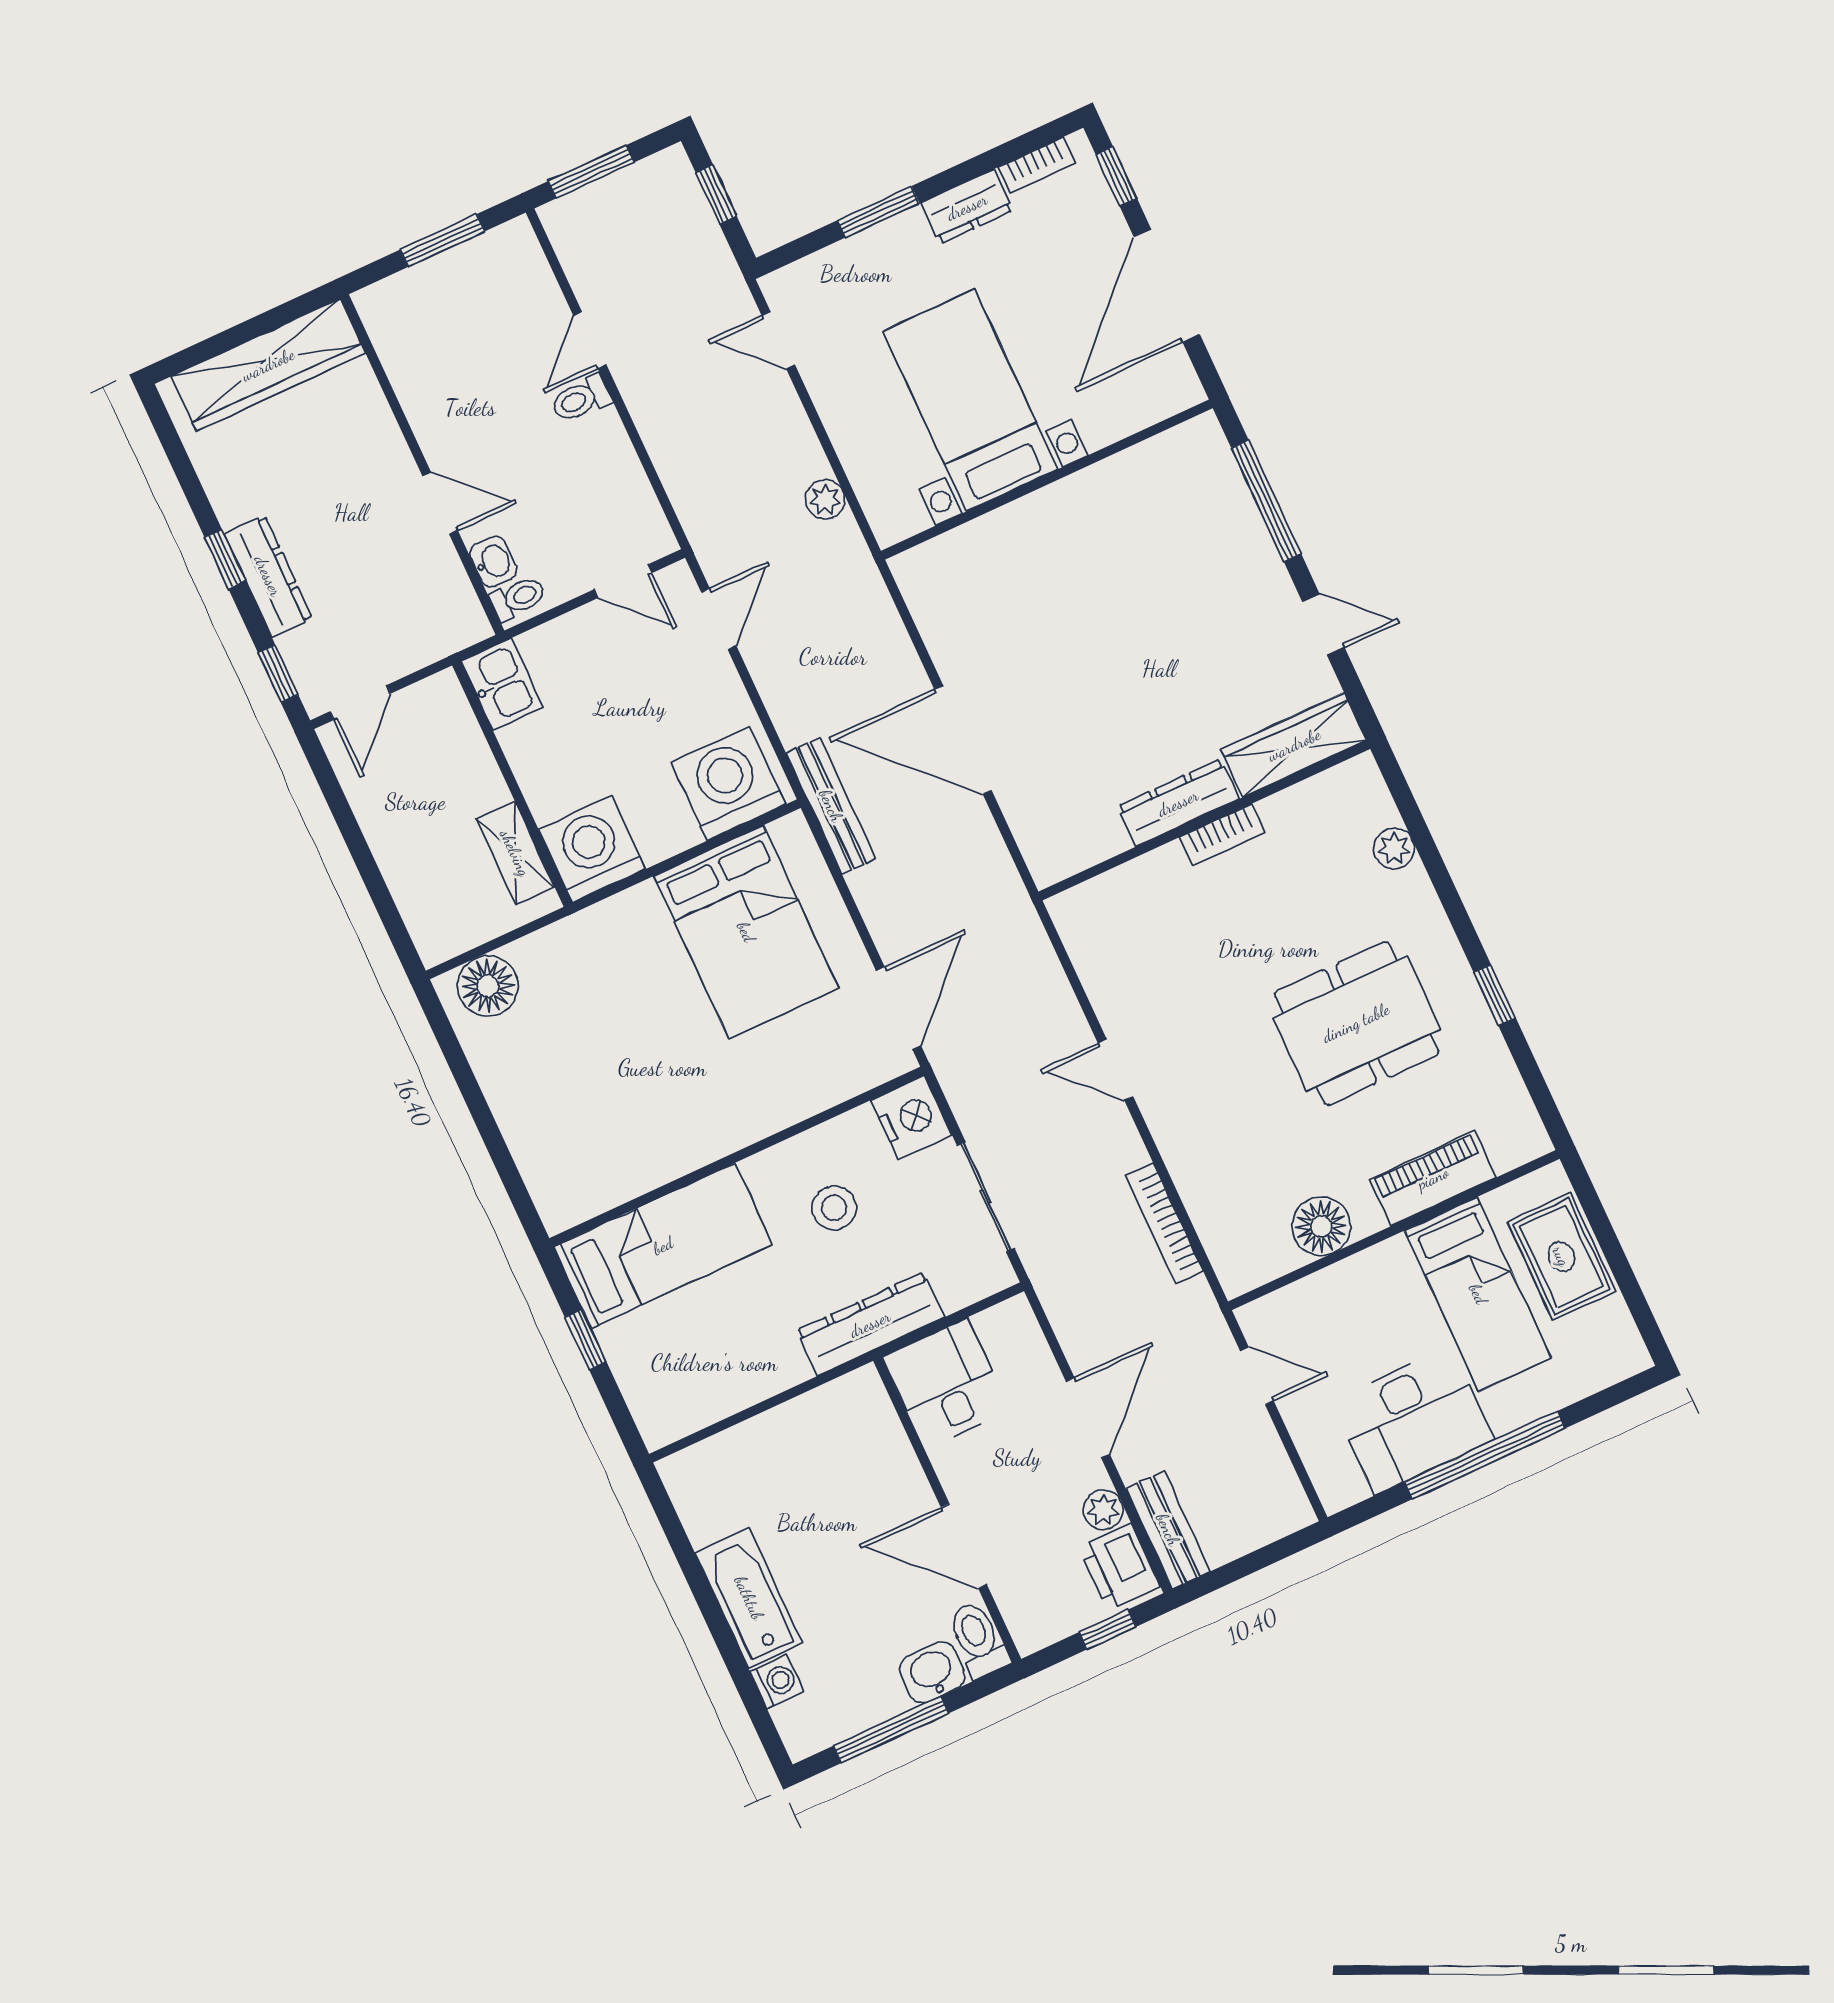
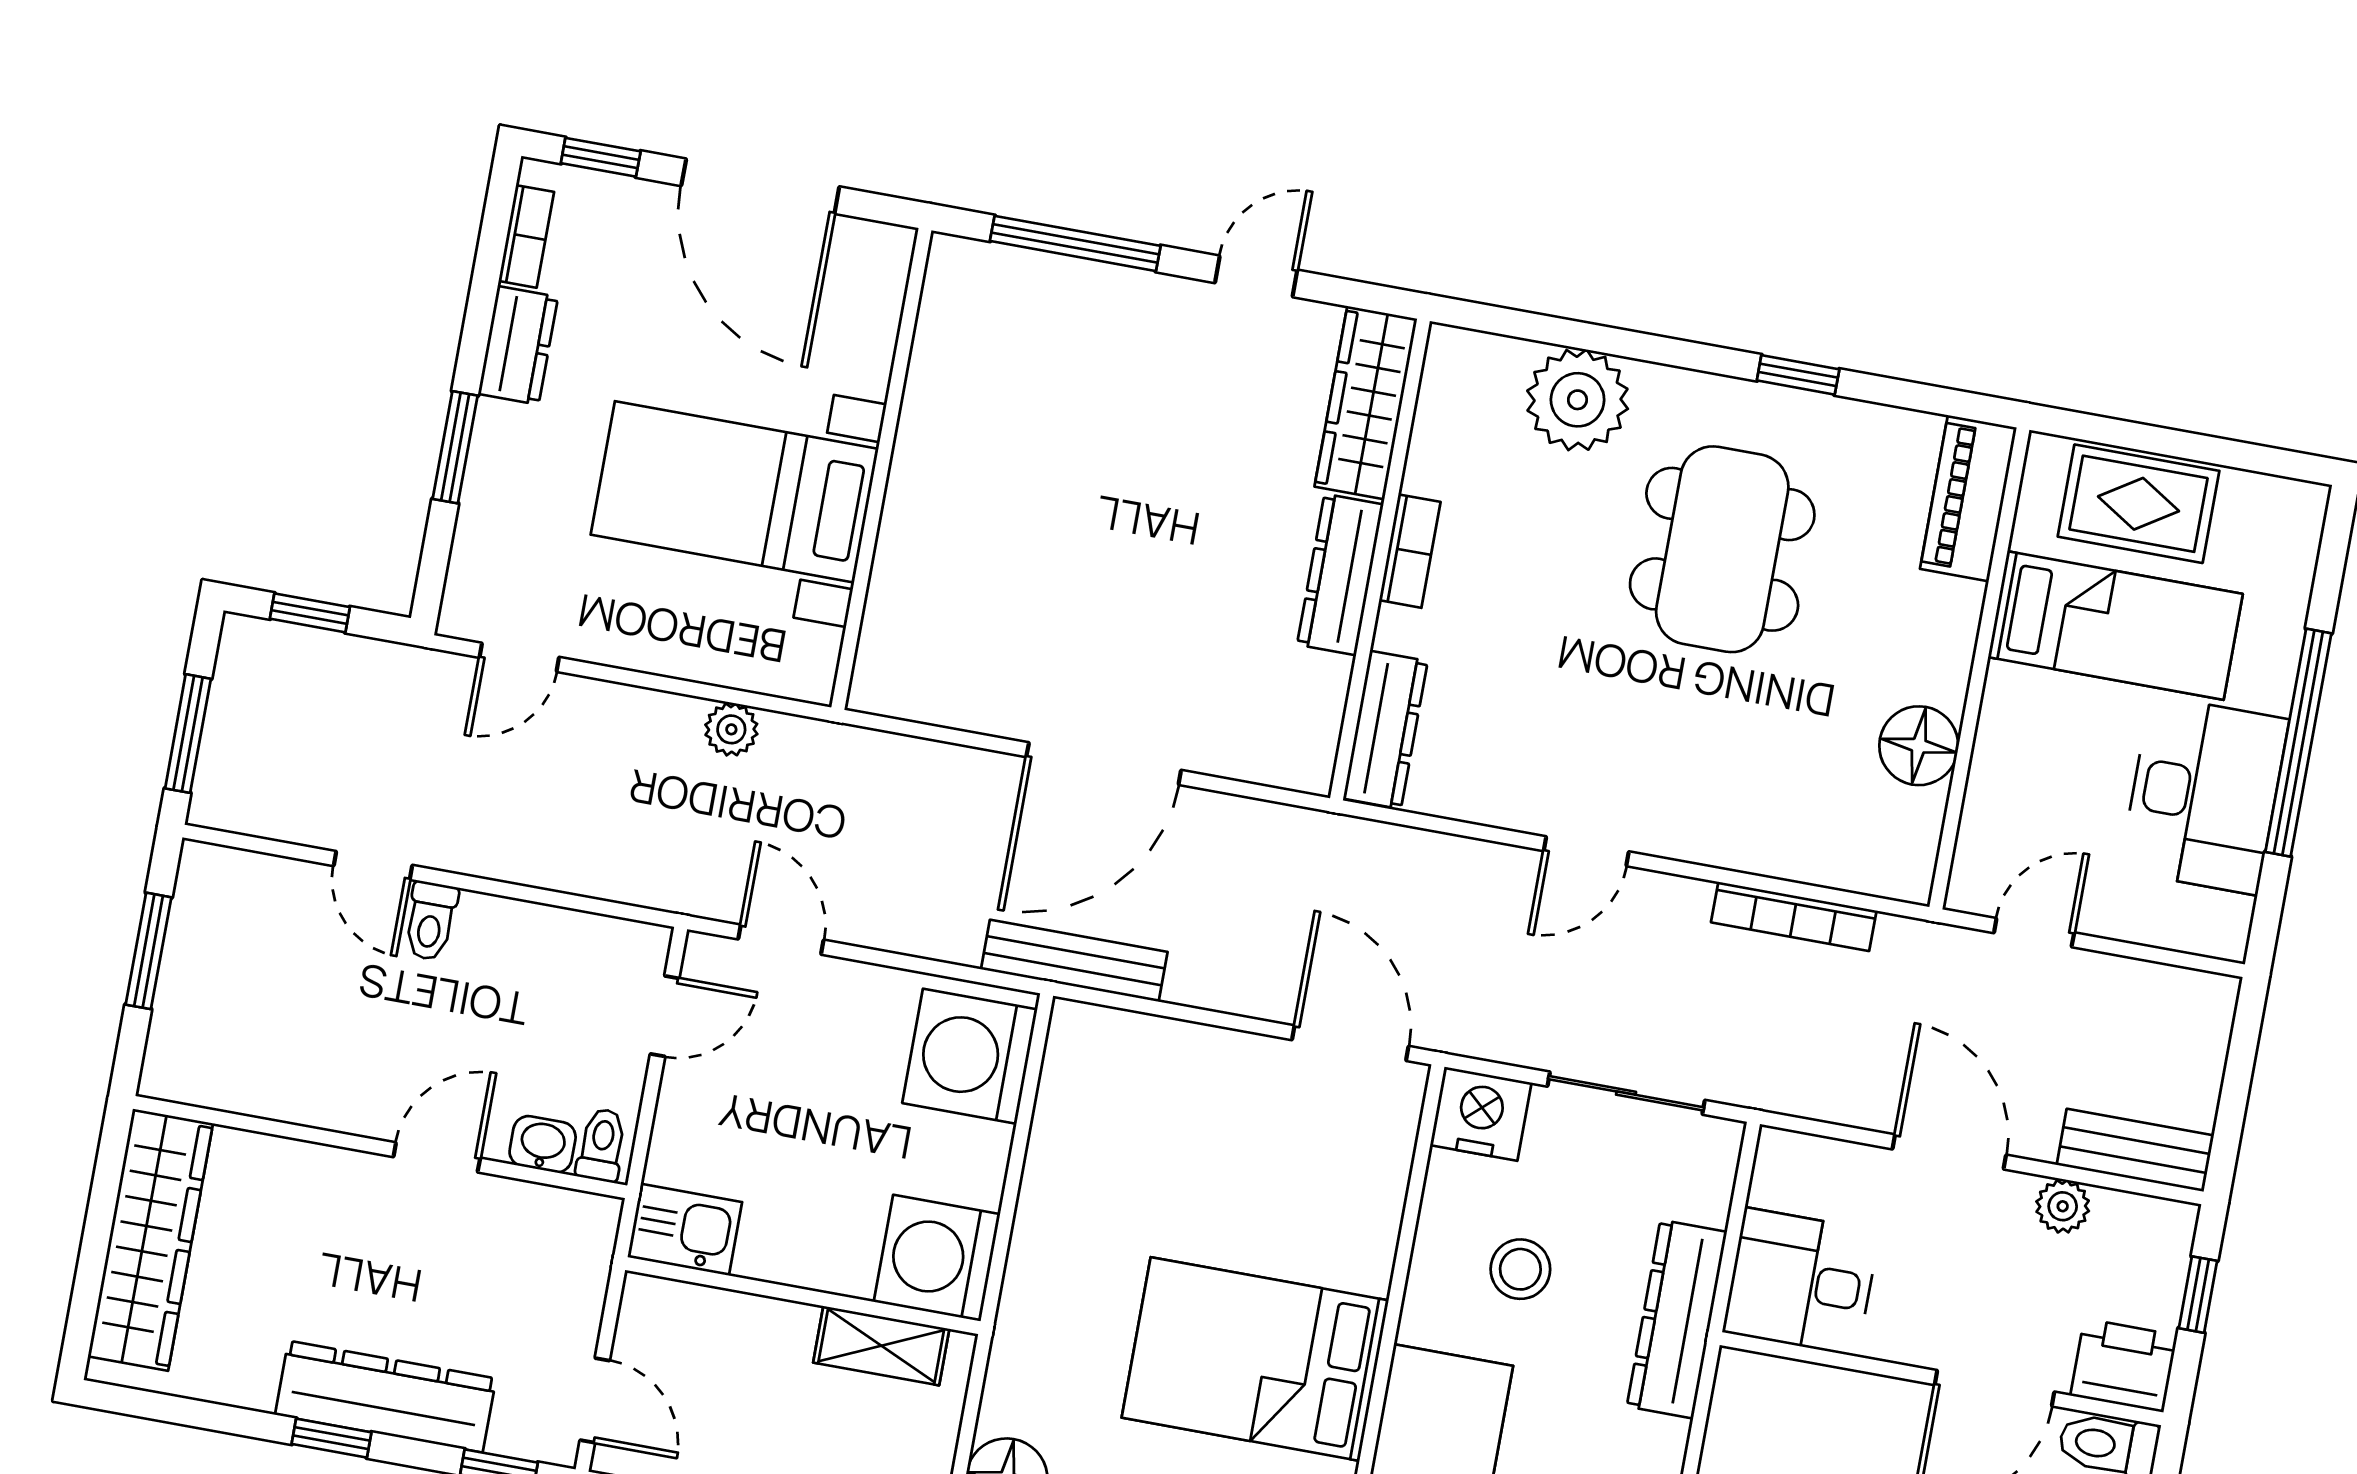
dresser: (268, 576) -> (385, 1397), width x1.37, depth x1.24
plant: (1394, 849) -> (1578, 400), width x1.88, depth x1.88
dresser: (1103, 896) -> (1385, 730), added
bed: (746, 932) -> (1255, 1359), moved, turned 180
piano: (1433, 1178) -> (1968, 498), moved
printer: (1120, 1567) -> (2124, 1365), moved, turned 180

